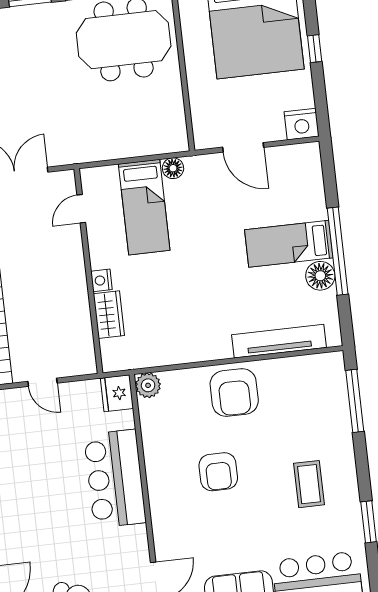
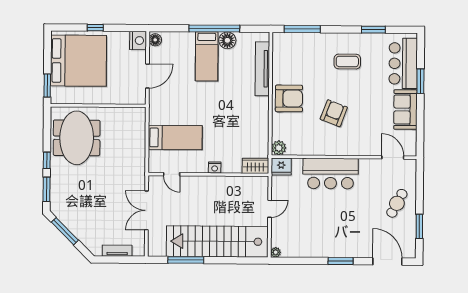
floor lamp: (173, 168) -> (155, 40), moved
wardrobe: (109, 315) -> (255, 166), moved
armchair: (218, 472) -> (334, 113), turned -69

